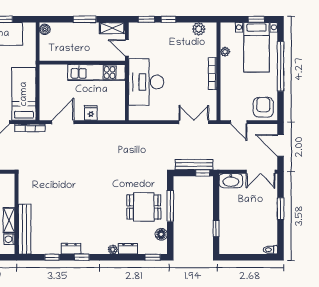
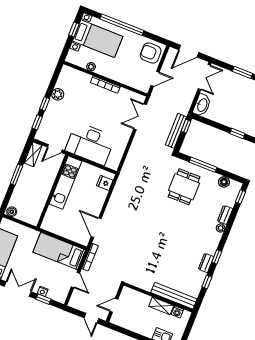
plant: (199, 29) -> (58, 94), moved
fridge: (91, 113) -> (105, 183), moved
dining table: (144, 207) -> (184, 187), moved

